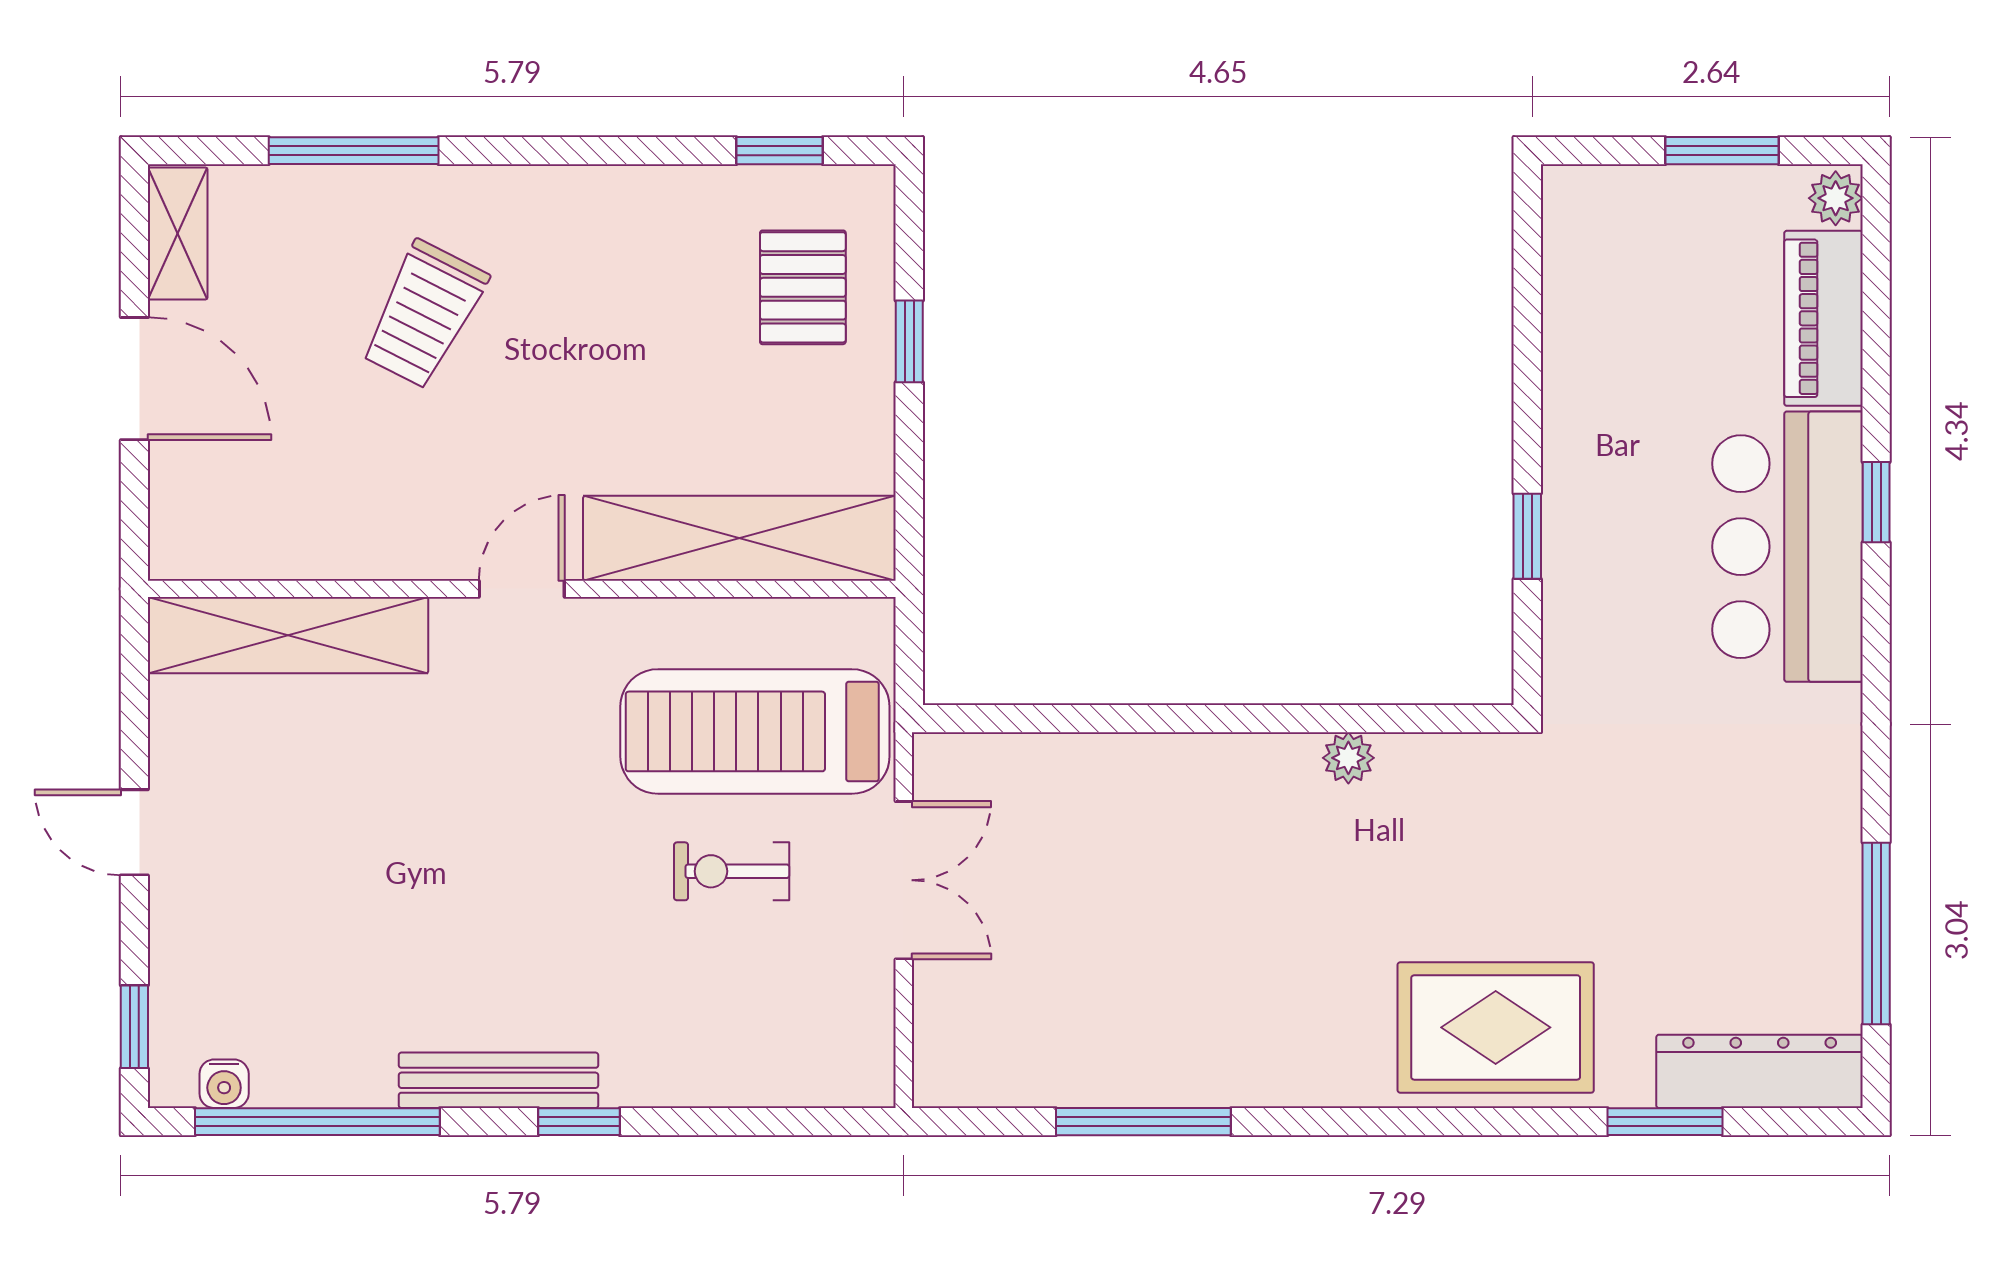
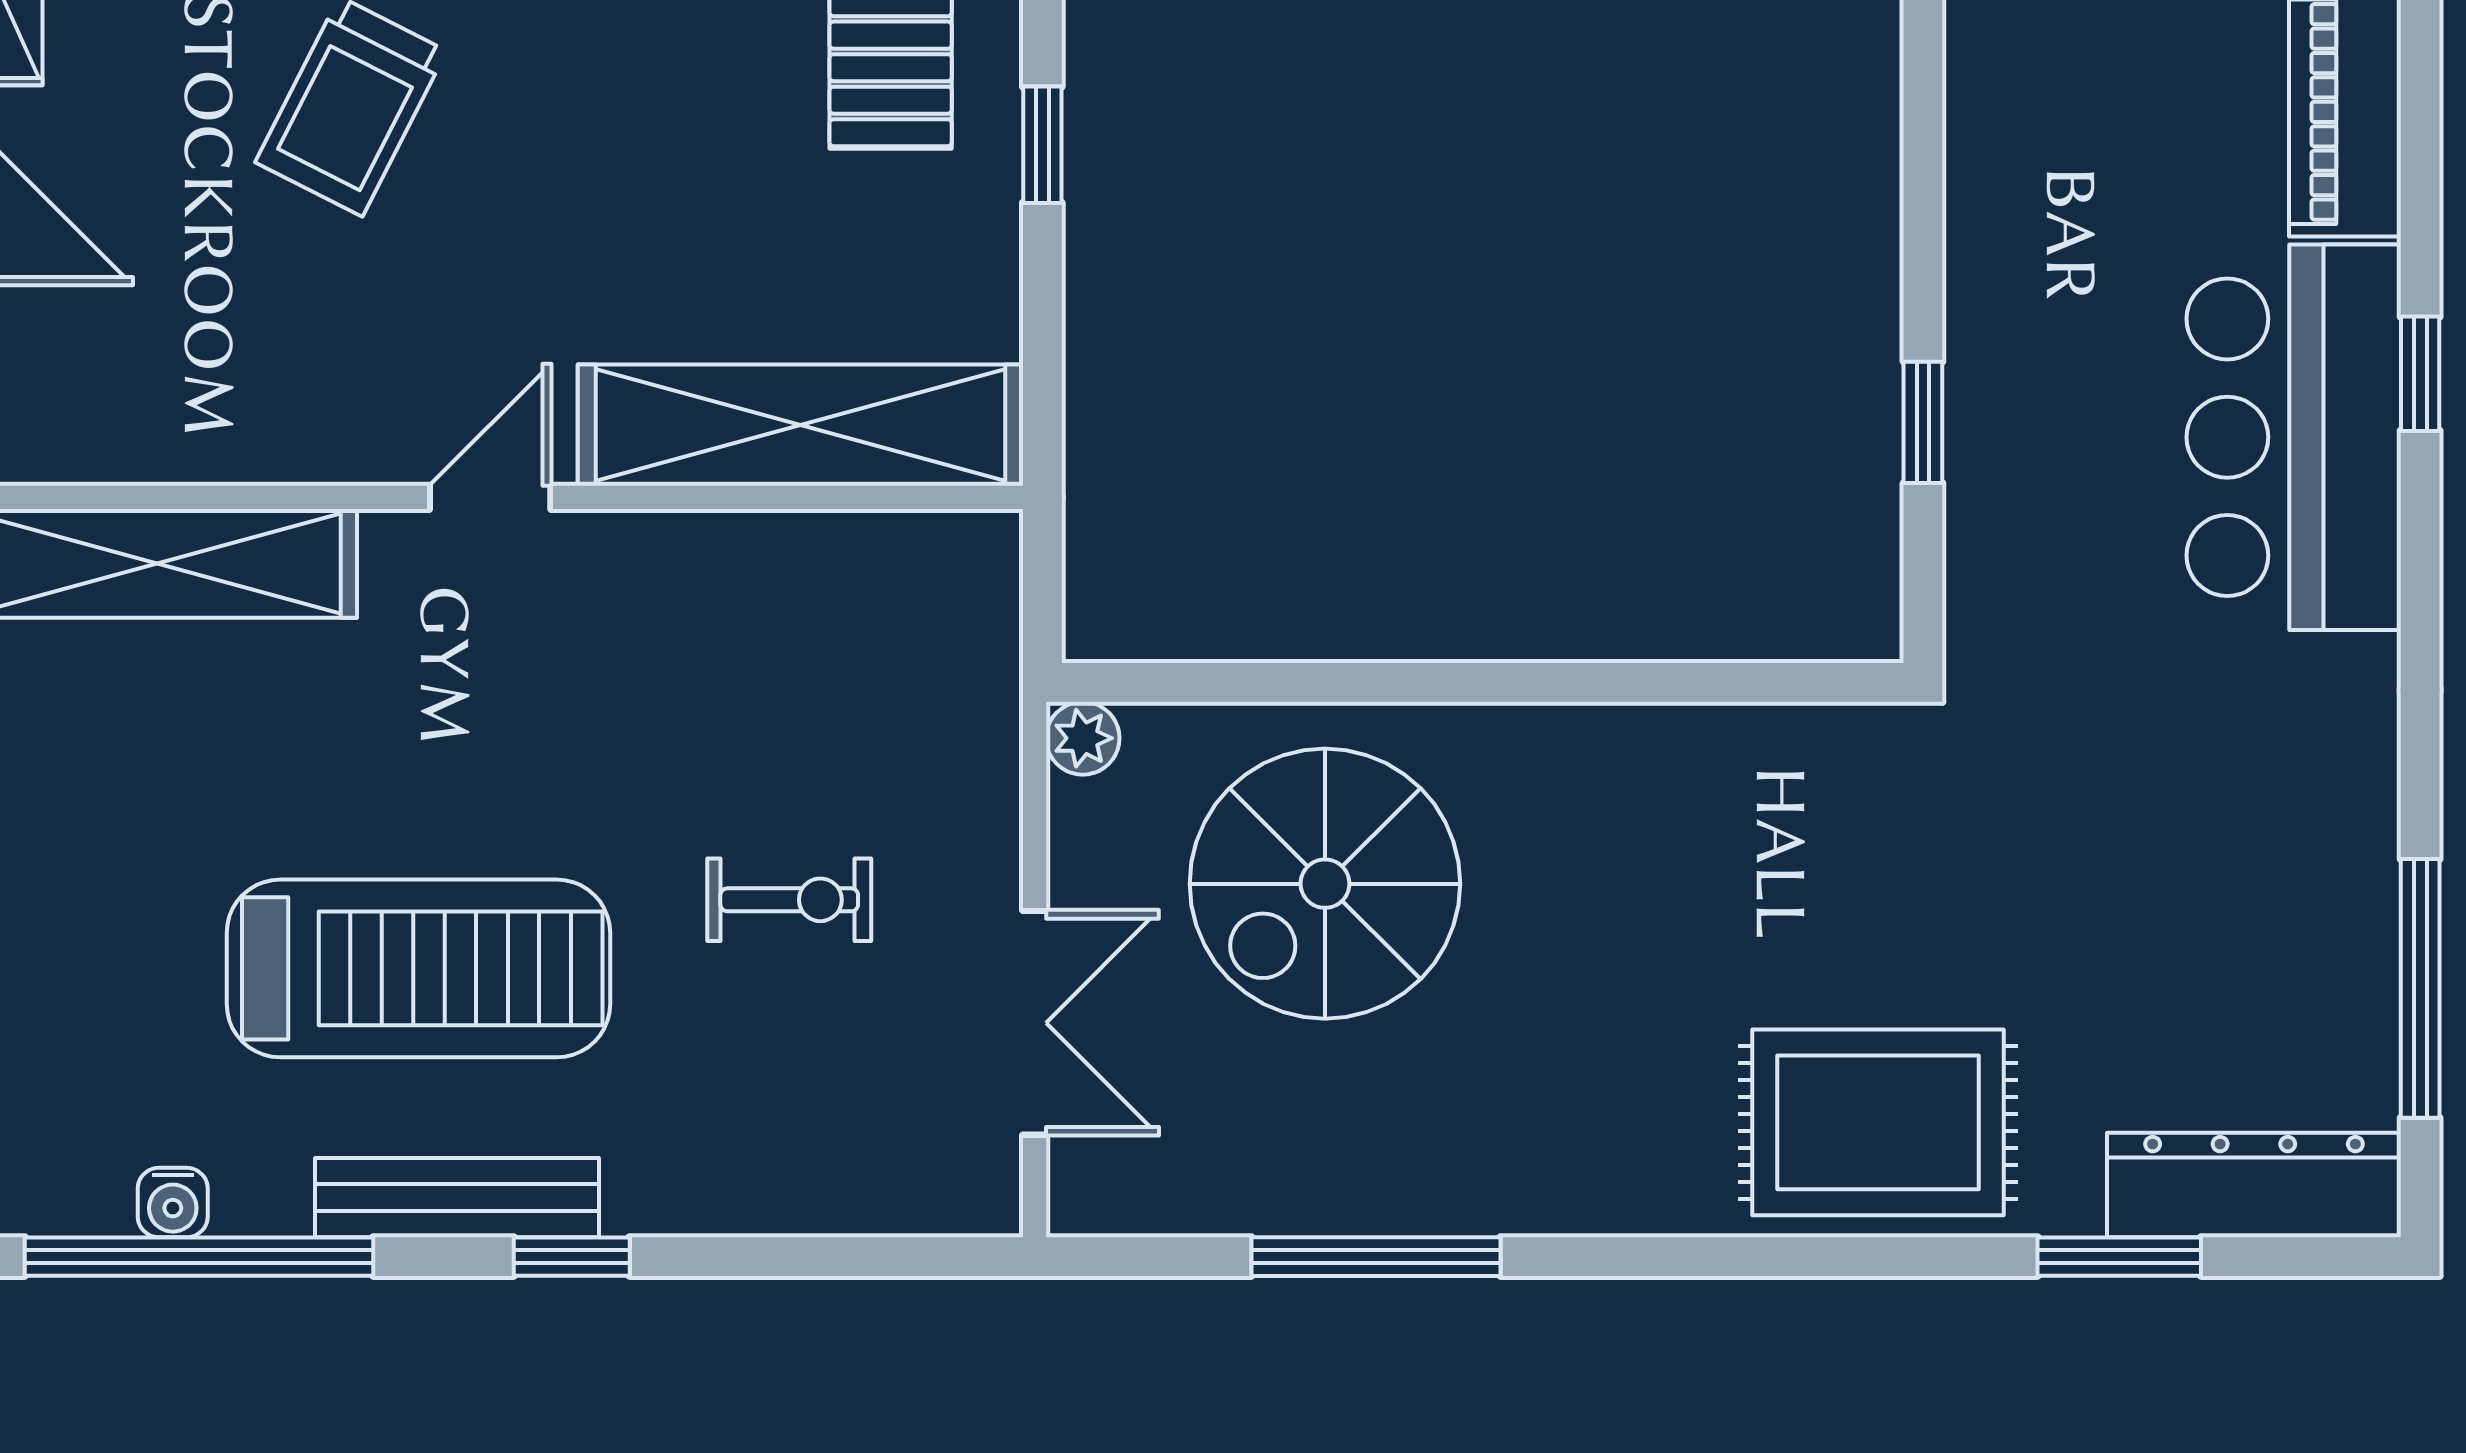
treadmill: (755, 731) -> (418, 968), moved, turned 180
plant: (1348, 758) -> (1083, 738), moved
spiral stairs: (1108, 860) -> (1325, 884), added
exercise bike: (732, 871) -> (789, 900), turned 180
double door: (904, 880) -> (1035, 1023), moved
water cooler: (224, 1084) -> (173, 1203), moved

